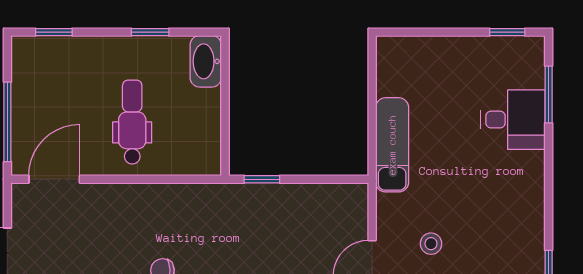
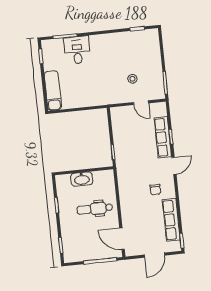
washbasin: (206, 61) -> (82, 179), moved
exam couch: (392, 145) -> (53, 91), moved, turned 90

